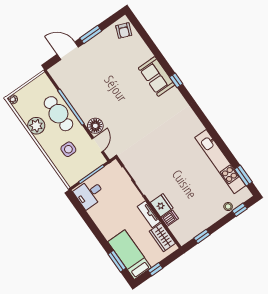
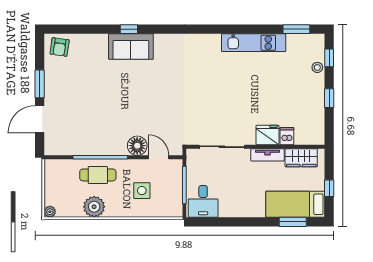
armchair: (124, 31) -> (60, 47), turned 76
window: (176, 80) -> (129, 29), moved
cafe table: (58, 114) -> (98, 175), width x0.73, depth x0.74
kitchen unit: (220, 162) -> (254, 43), width x0.73
window: (202, 236) -> (329, 98), moved

